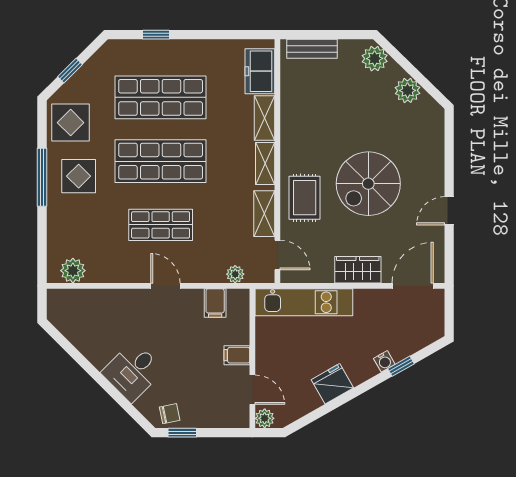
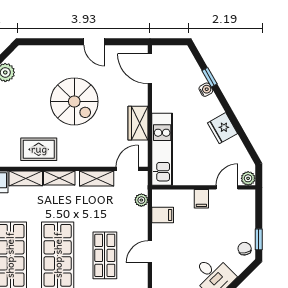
rug: (305, 198) -> (39, 149), moved
wardrobe: (358, 270) -> (138, 123), moved

